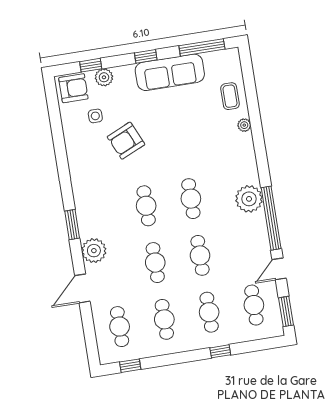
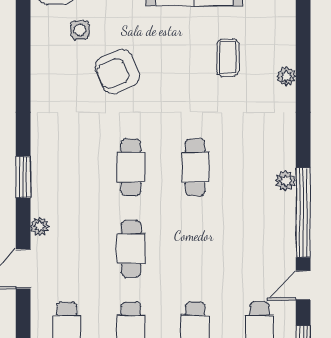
coffee table: (230, 96) -> (228, 58), moved
plant: (249, 199) -> (286, 181), width x0.53, depth x0.53
plant: (94, 251) -> (40, 226), width x0.53, depth x0.53
cafe table: (200, 255) -> (195, 249), removed

